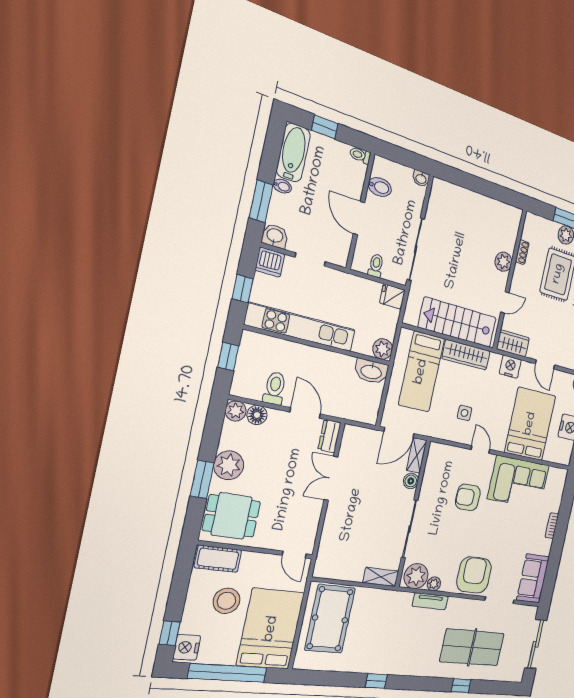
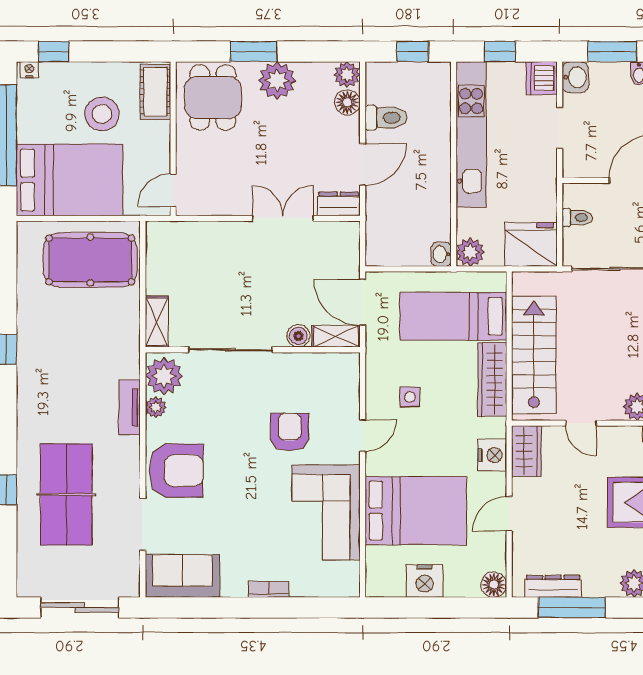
fridge: (392, 296) -> (531, 244), width x1.88, depth x1.34
washbasin: (371, 371) -> (441, 254), width x0.52, depth x0.69
nightstand: (187, 647) -> (29, 70), width x0.53, depth x0.56

